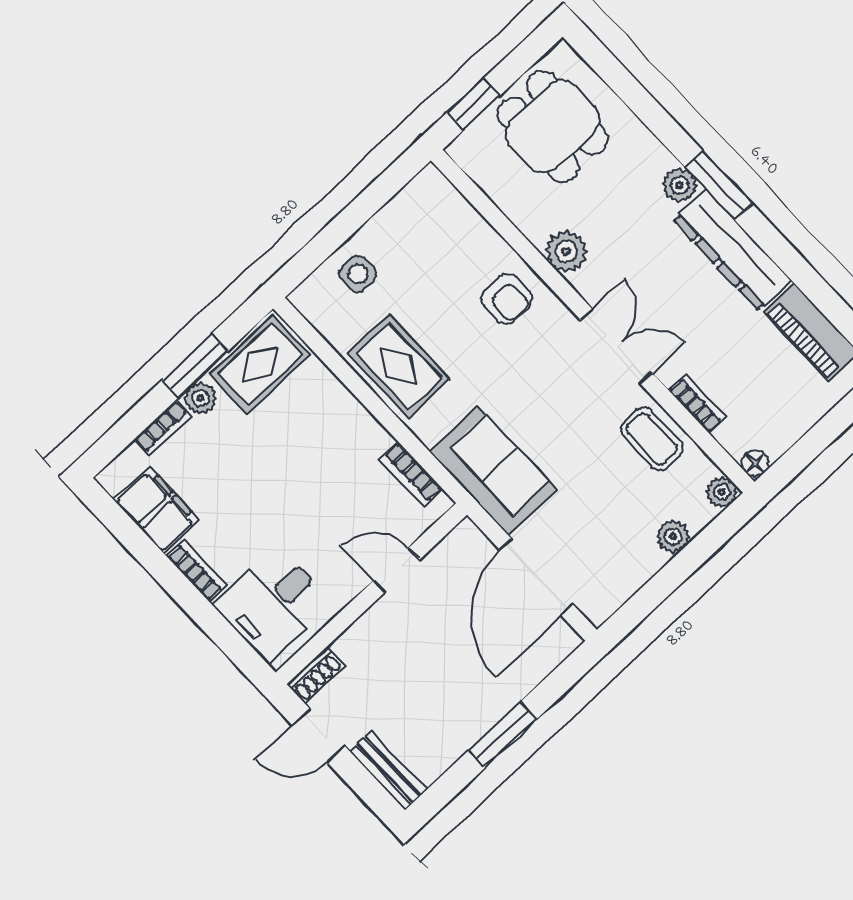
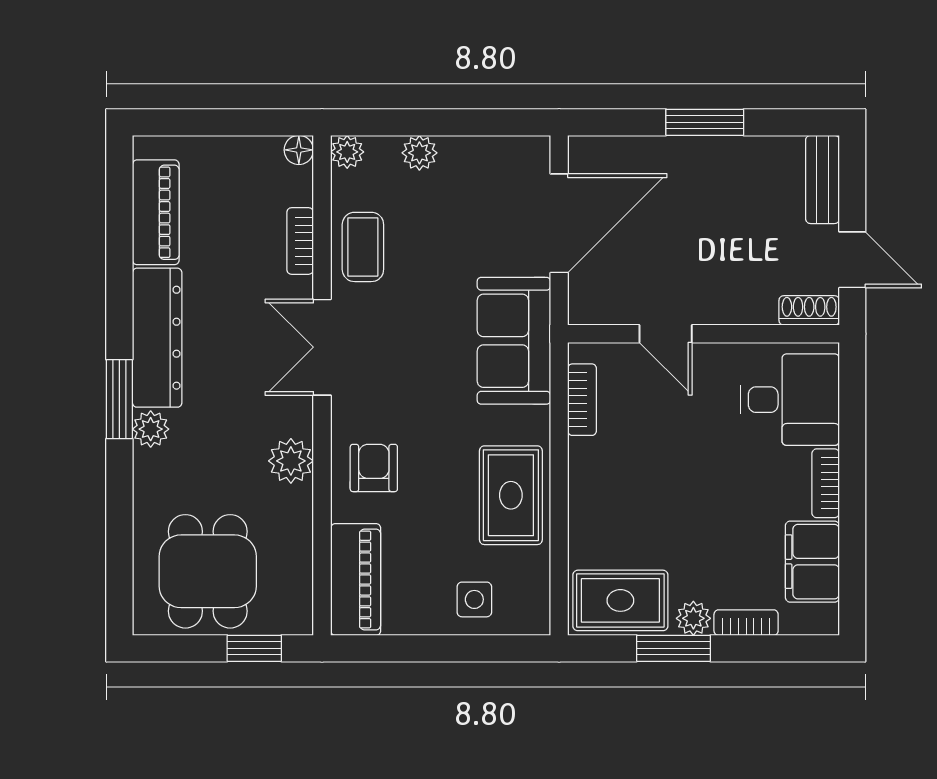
piano: (449, 213) -> (356, 579), added

